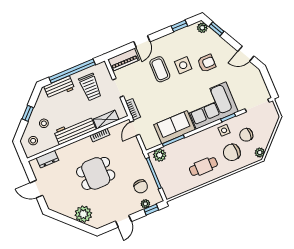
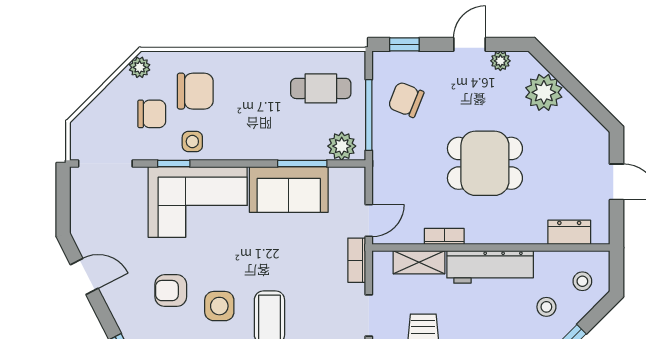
cafe table: (203, 167) -> (321, 88), moved
chair: (141, 186) -> (406, 100), turned -68
plant: (145, 204) -> (500, 61), moved

